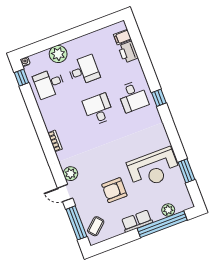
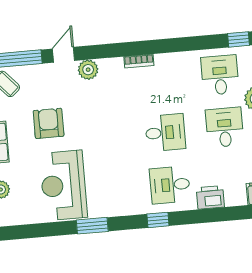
printer: (128, 52) -> (210, 197), moved
desk: (84, 70) -> (224, 127), turned 180
window: (186, 171) -> (92, 226), moved

